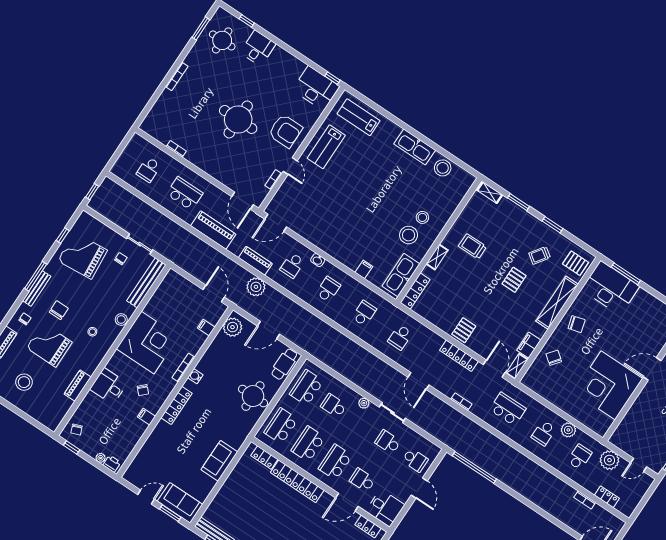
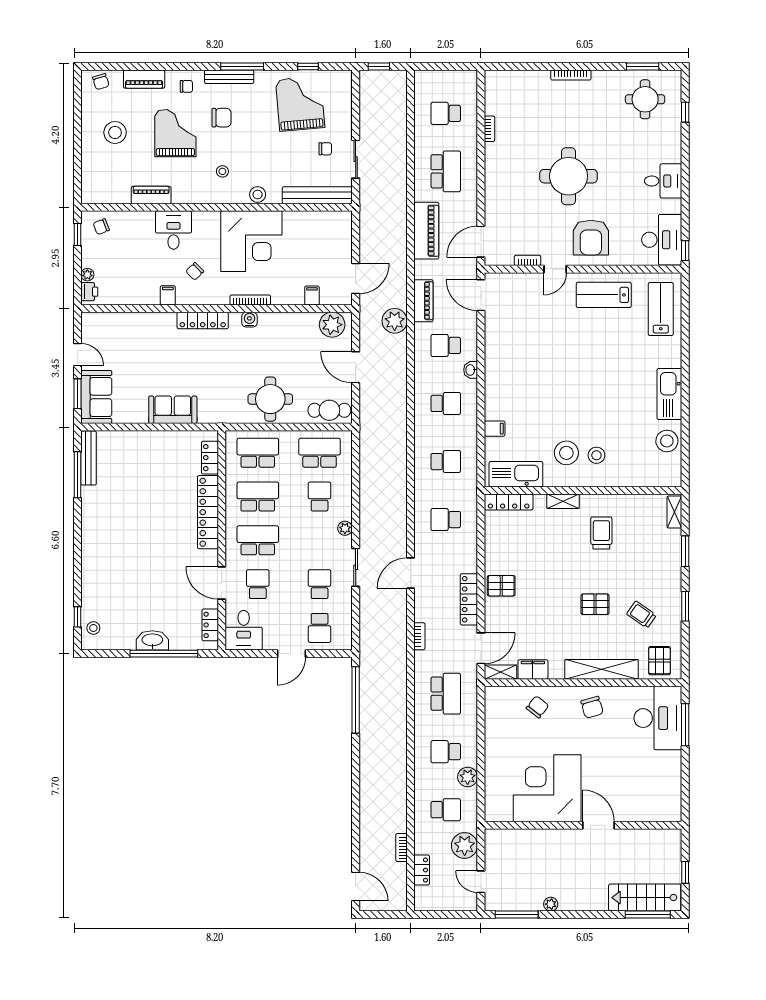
desk: (258, 48) -> (663, 181), moved

